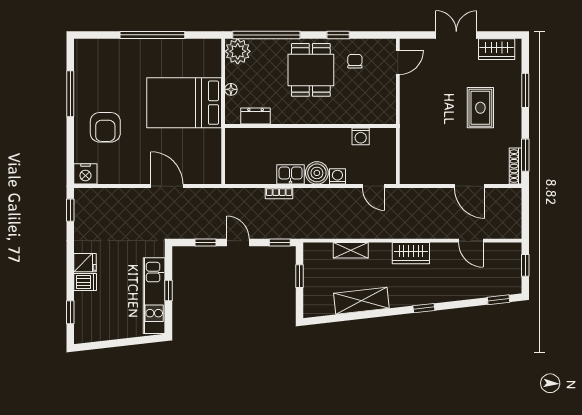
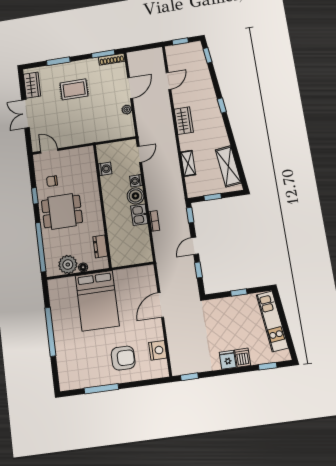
plant: (238, 51) -> (68, 265), moved
nightstand: (85, 174) -> (158, 350), moved
plant: (439, 177) -> (127, 110), added
kitchen unit: (154, 296) -> (272, 321), moved, turned 84
shelving: (361, 301) -> (228, 166), moved

